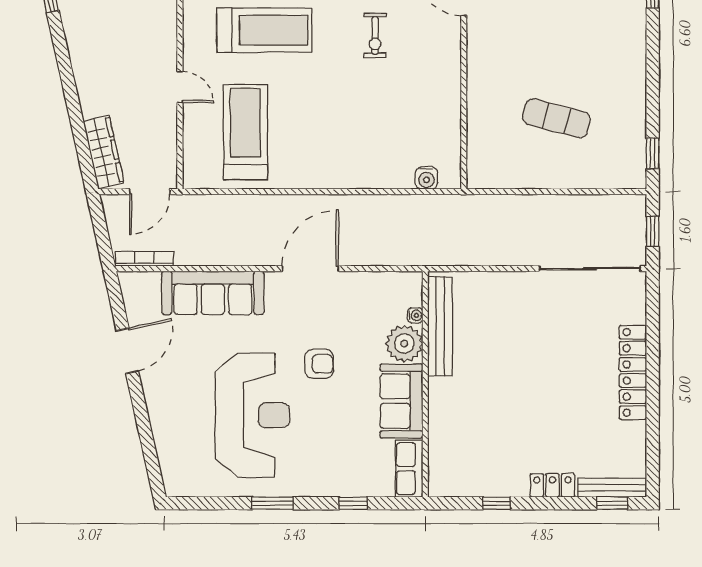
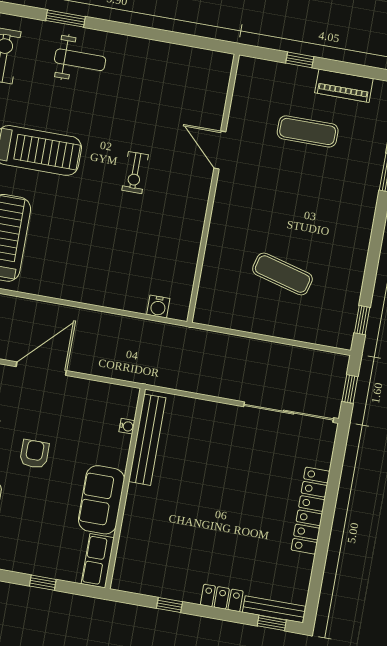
plant: (404, 344) -> (113, 449), removed
armchair: (319, 364) -> (34, 454), turned -90

